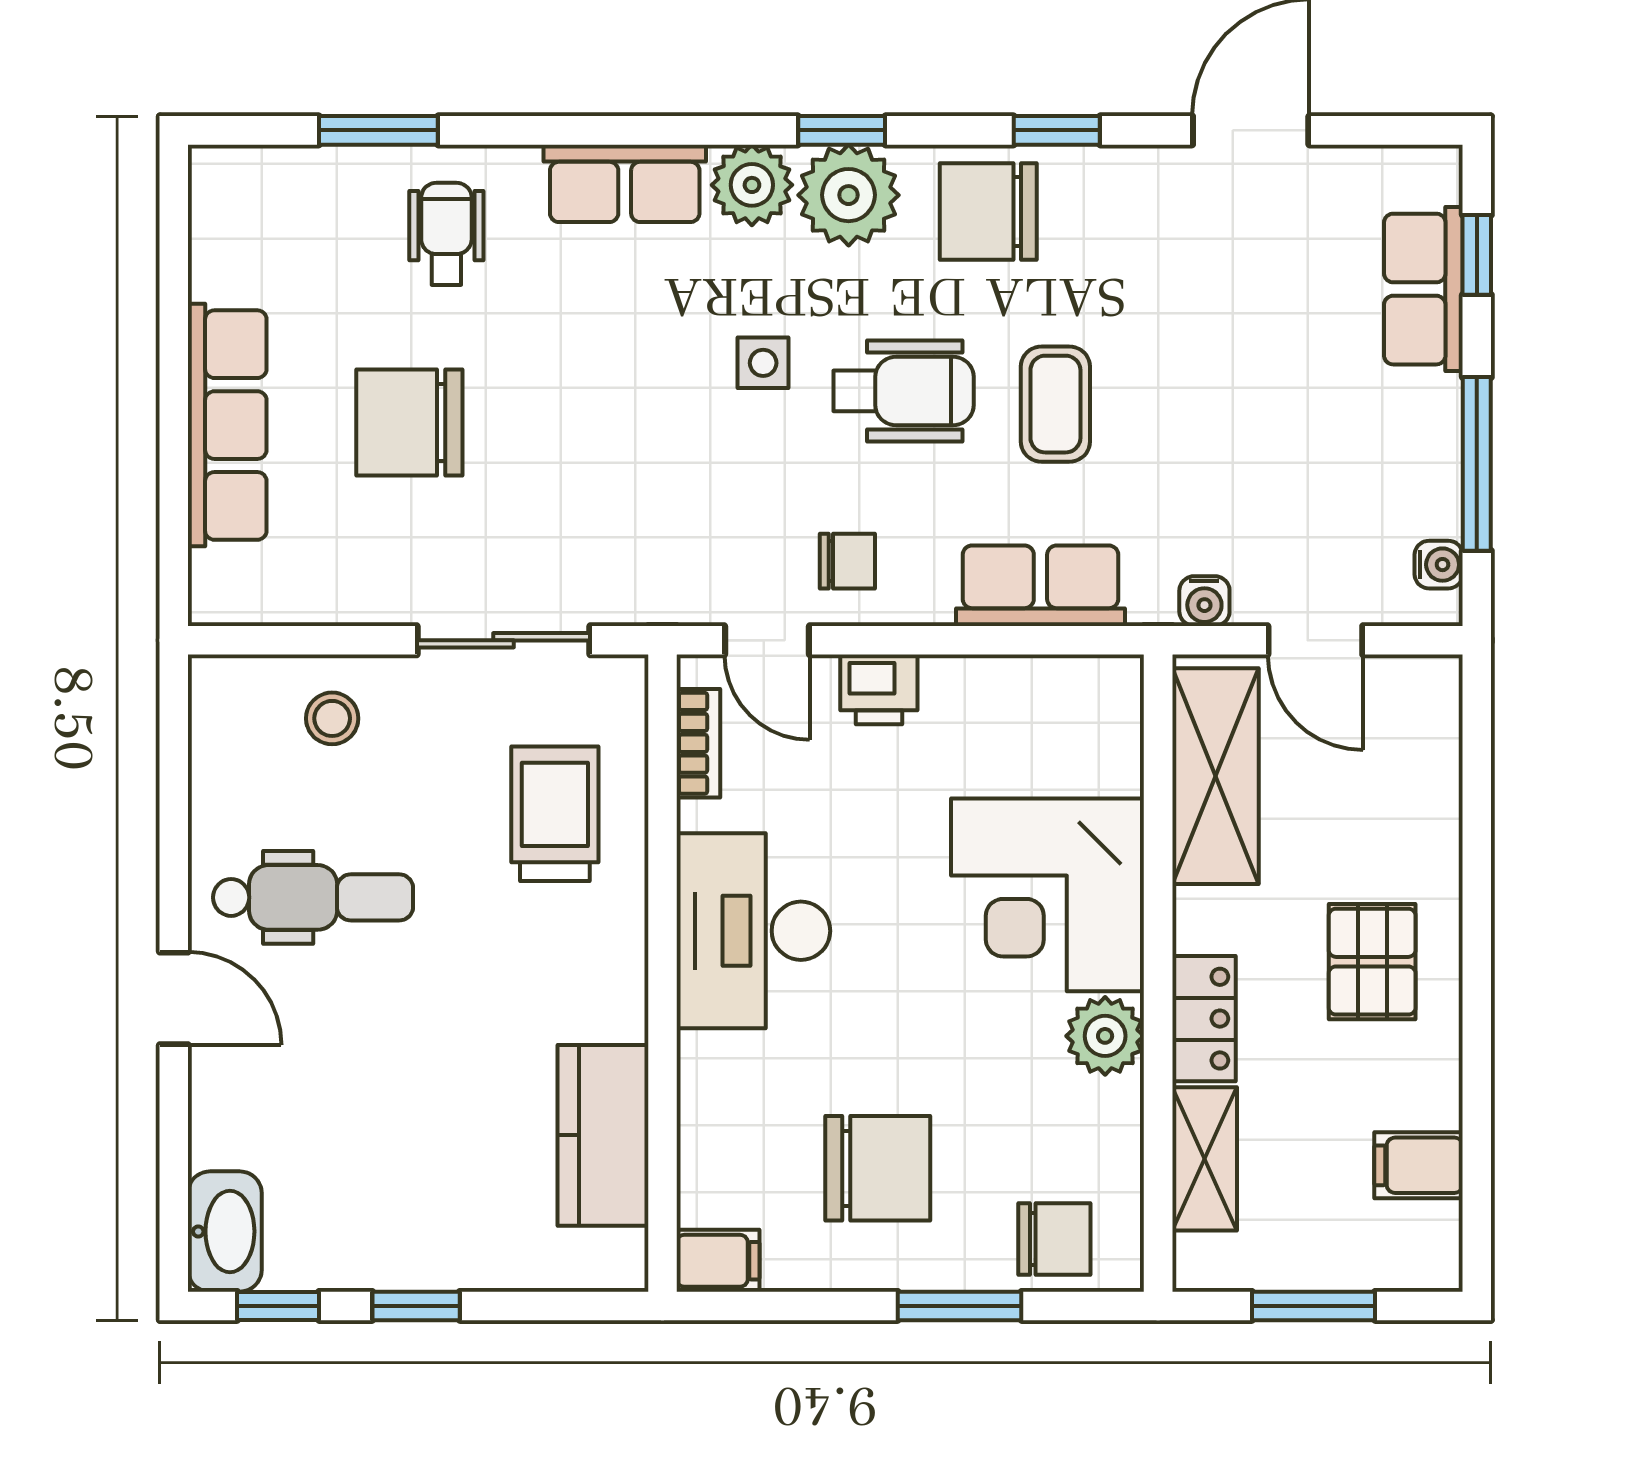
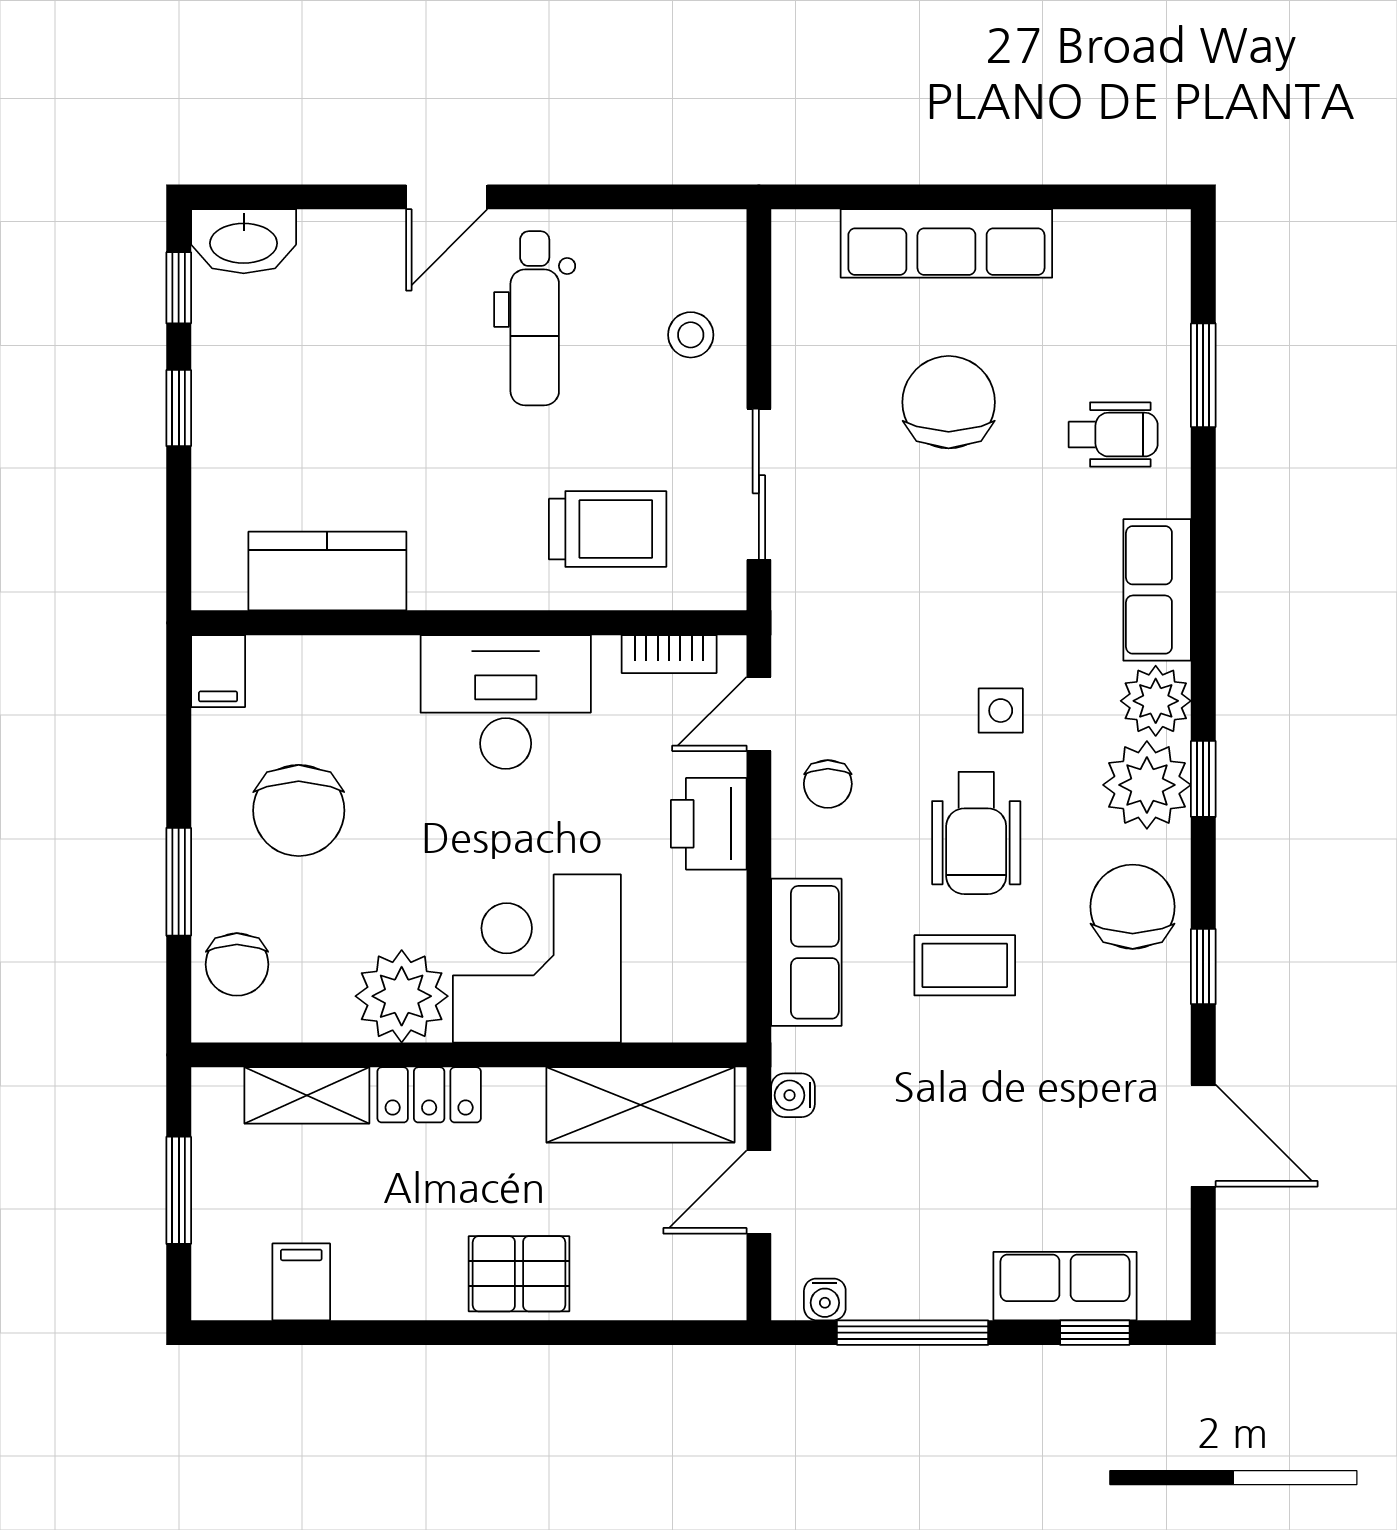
printer: (879, 689) -> (709, 824), width x1.36, depth x1.24
pallet: (1372, 962) -> (519, 1274), moved
plant: (1105, 1036) -> (402, 996), width x1.36, depth x1.36

